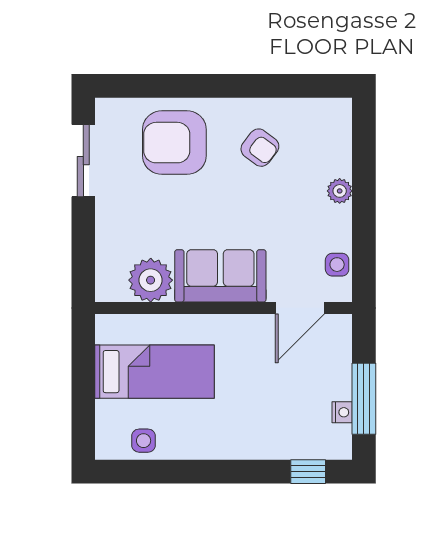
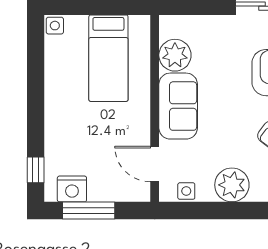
plant: (340, 191) -> (232, 185), width x1.88, depth x1.88
nightstand: (342, 412) -> (72, 189), width x1.89, depth x1.79
side table: (144, 441) -> (55, 26), moved

